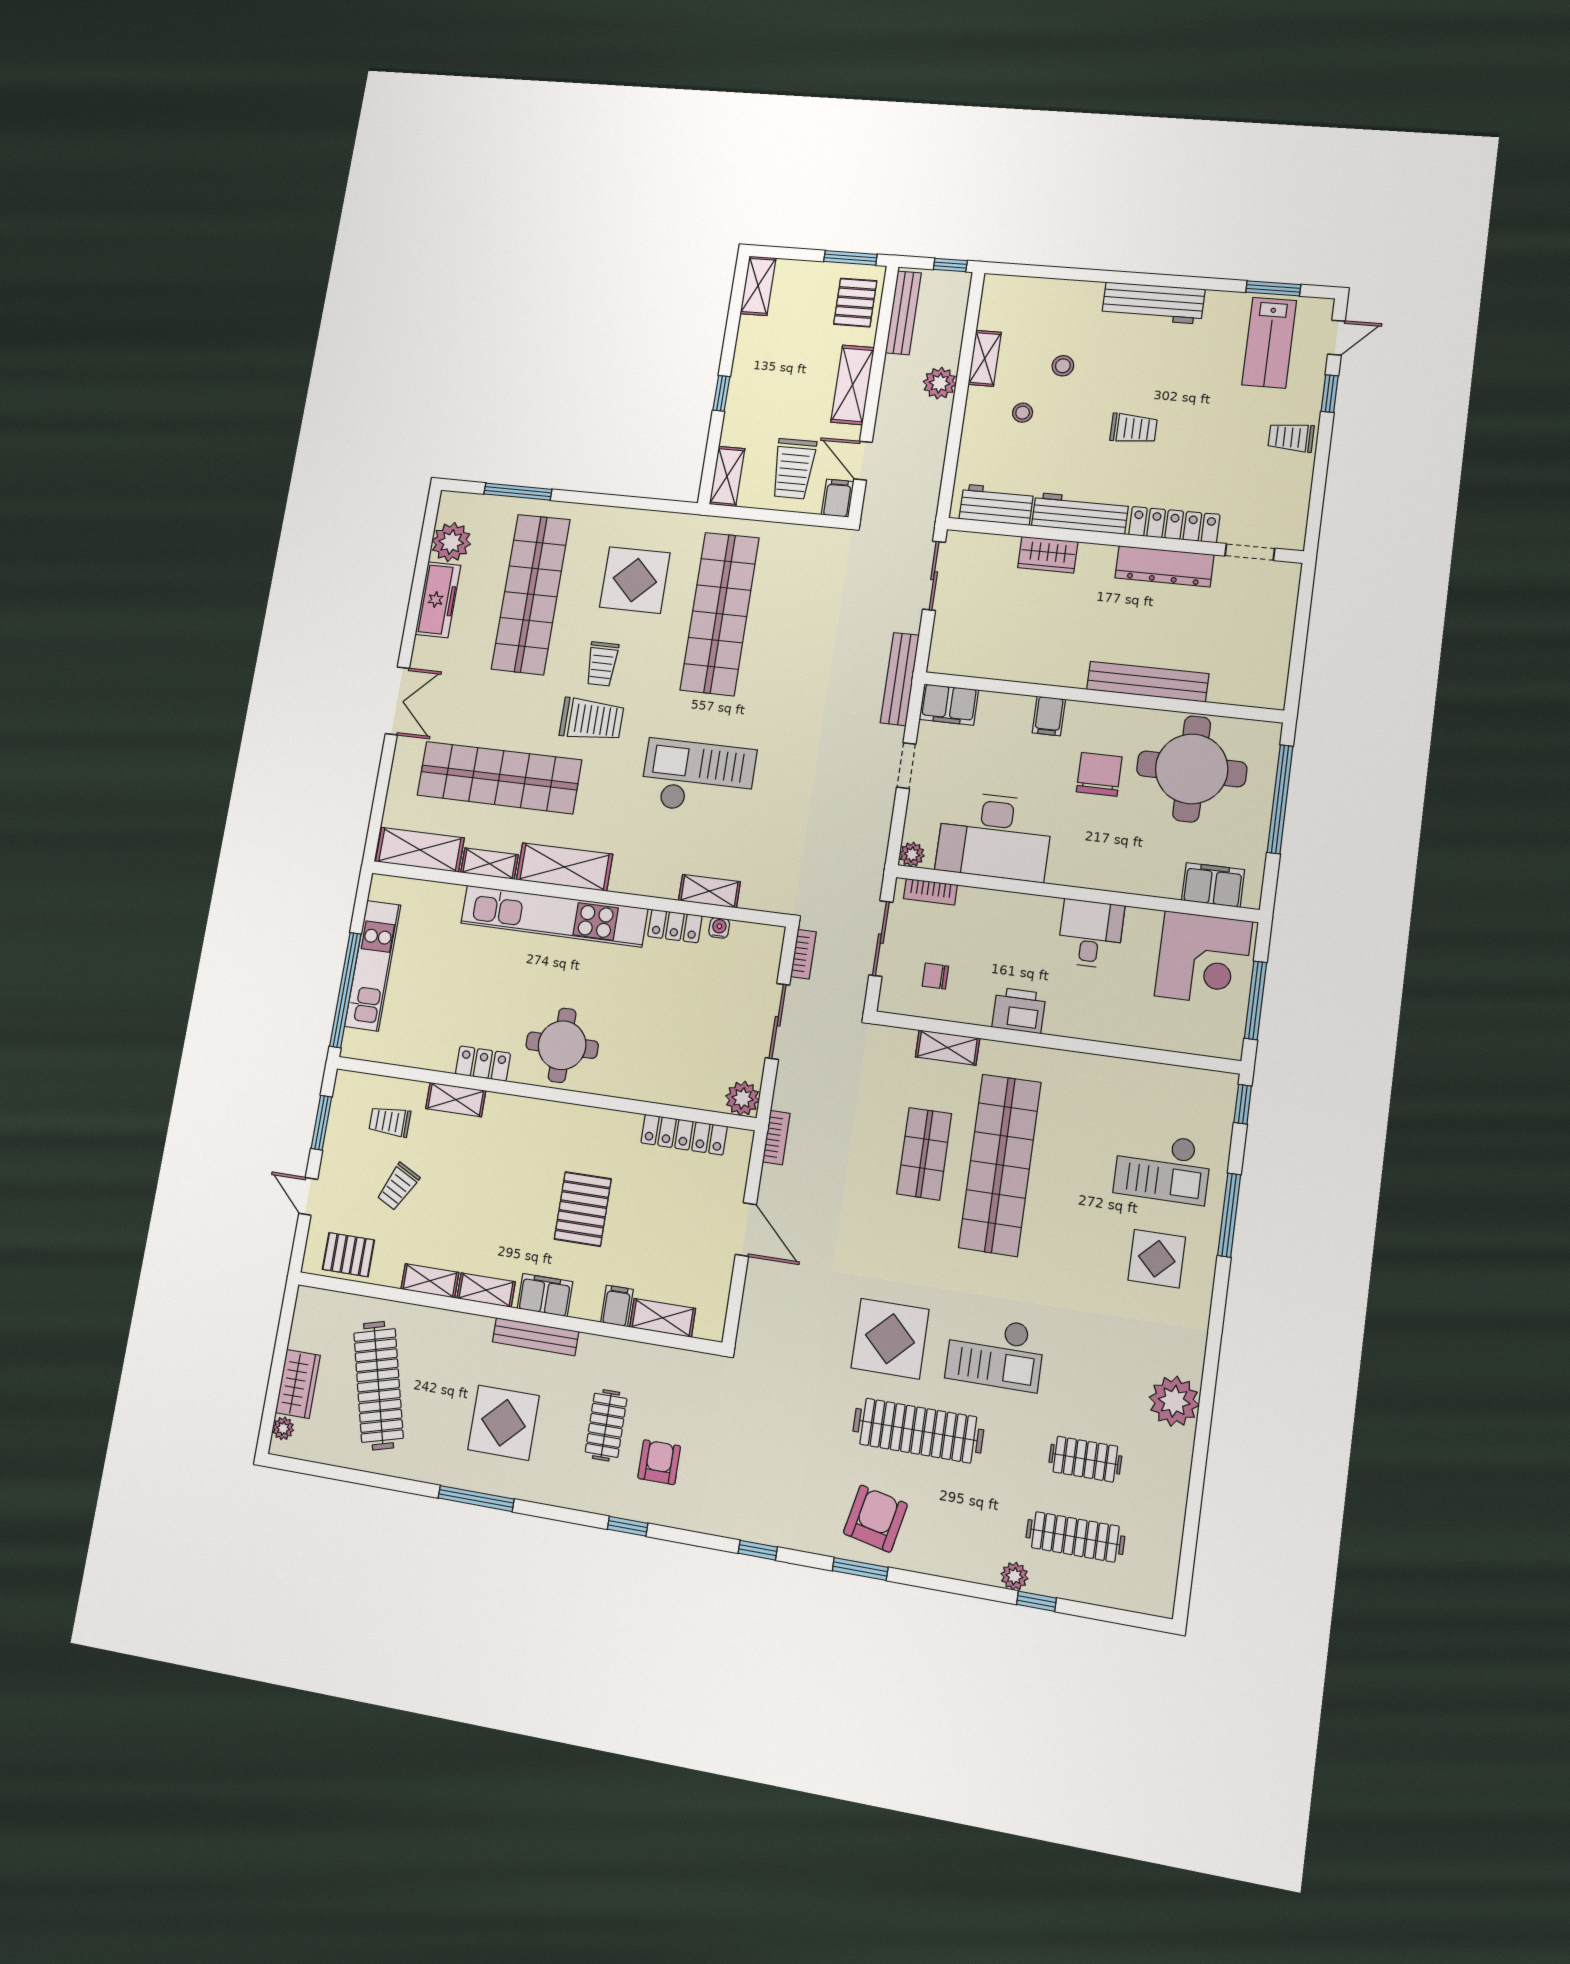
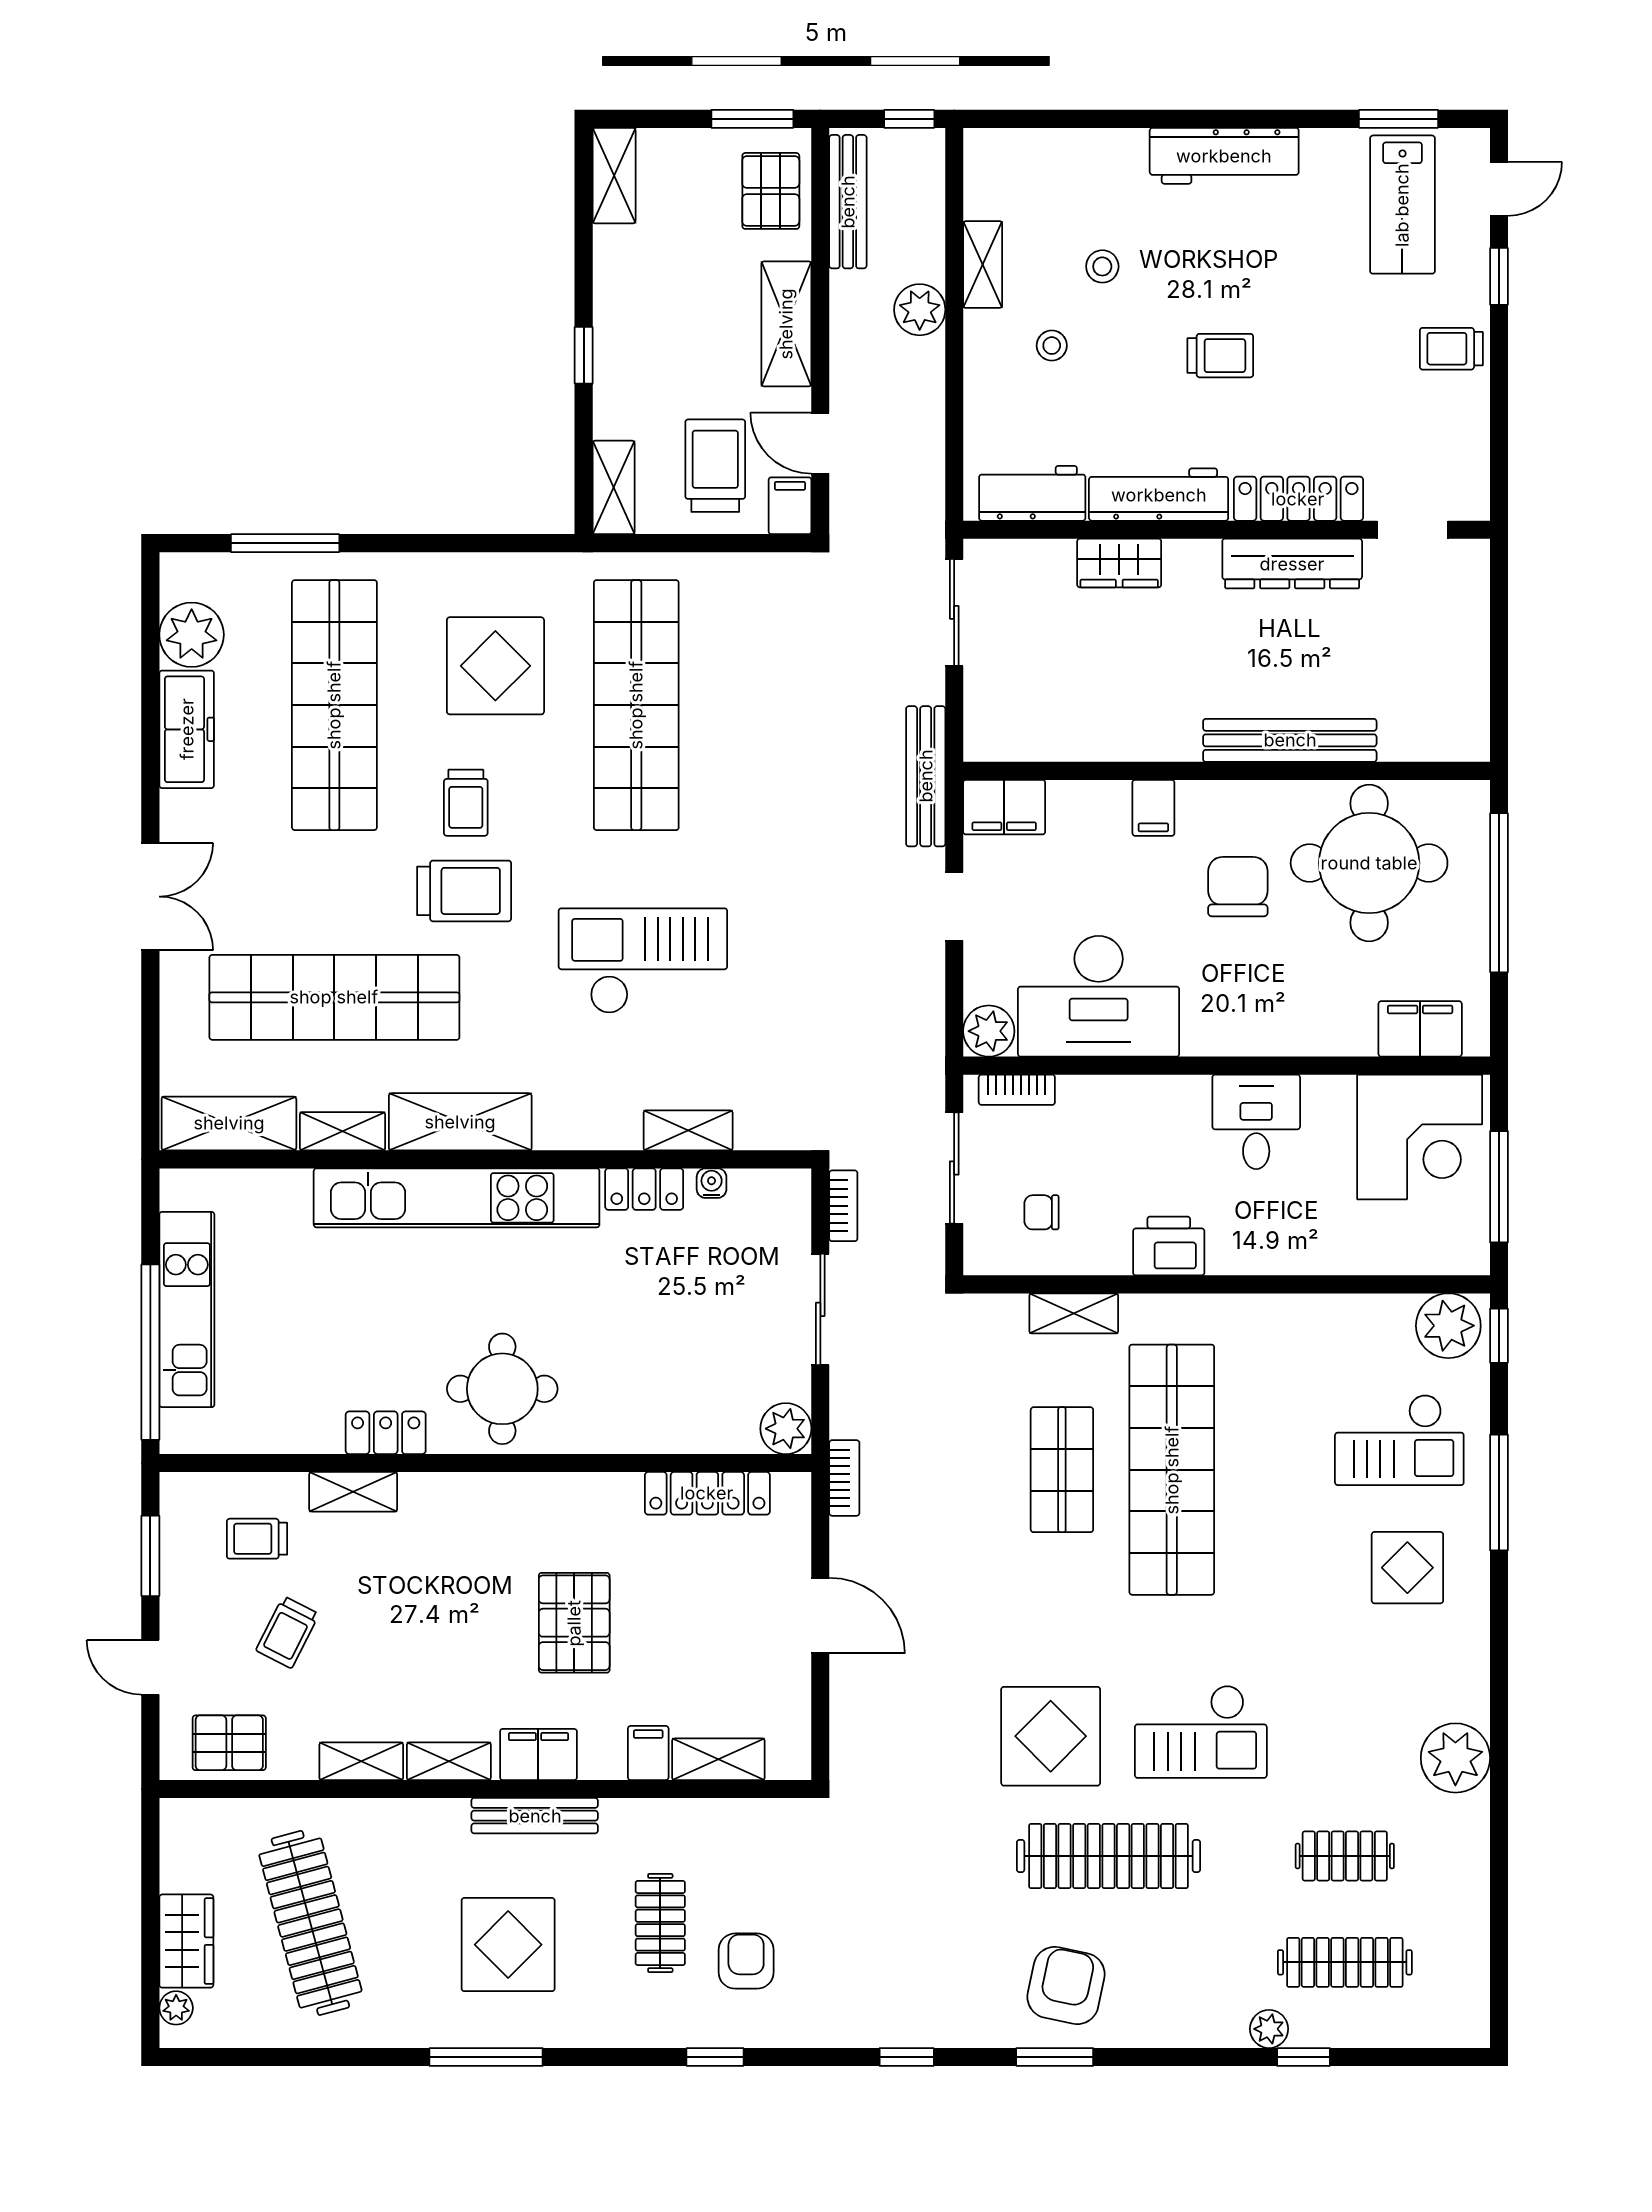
trolley: (794, 469) -> (715, 466), turned 180
plant: (912, 854) -> (989, 1031), width x1.38, depth x1.38
plant: (1207, 1092) -> (1448, 1326), added

